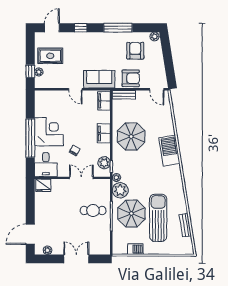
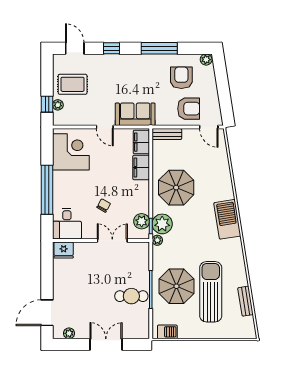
door: (52, 28) -> (75, 48), hinge flipped
armchair: (131, 78) -> (189, 109), moved
corner desk: (49, 132) -> (71, 152), moved
filing cabinet: (104, 133) -> (141, 167), moved
barbecue: (169, 151) -> (227, 219), moved
plant: (120, 190) -> (162, 224), moved
cafe table: (93, 211) -> (131, 296), moved
barbecue: (135, 249) -> (167, 332), moved

